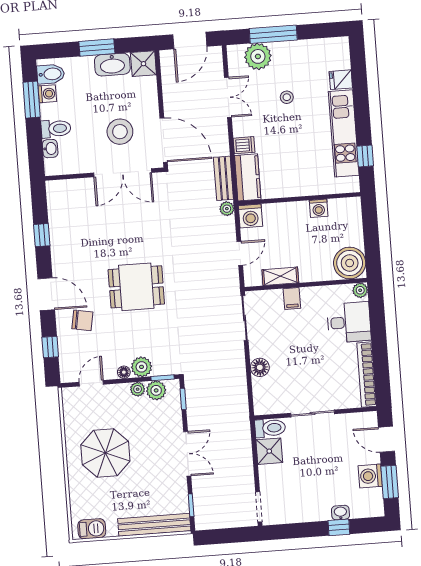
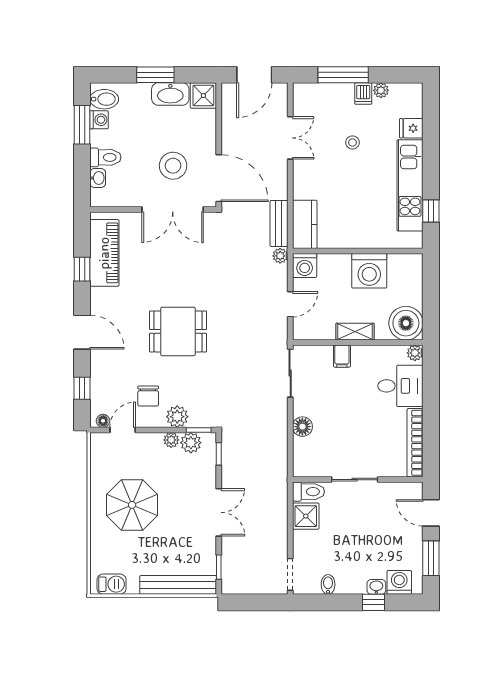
plant: (258, 56) -> (381, 90), moved, width x0.53, depth x0.53
dishwasher: (244, 145) -> (363, 94), moved, turned 90
washing machine: (319, 208) -> (369, 271), width x1.89, depth x1.89
piano: (62, 218) -> (104, 253), added
shelving: (280, 276) -> (355, 332), moved
chair: (82, 320) -> (148, 396), moved, turned 80
floor lamp: (124, 372) -> (103, 421), moved
washing machine: (370, 476) -> (399, 582), moved, turned 90
bidet: (295, 514) -> (328, 584), added

